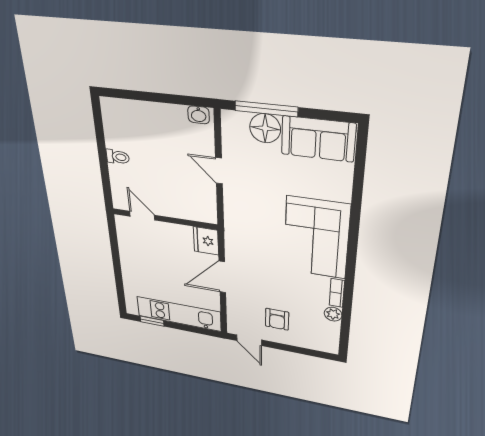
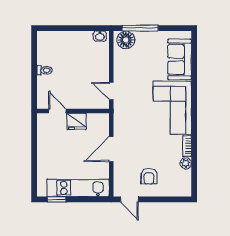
floor lamp: (265, 128) -> (126, 40), moved
sofa: (318, 139) -> (179, 59), moved, turned 90
door: (219, 171) -> (111, 91), moved
fridge: (206, 241) -> (77, 121), moved, turned -90

